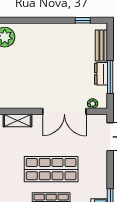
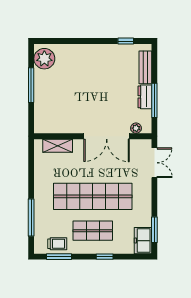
shop shelf: (51, 169) -> (93, 196), width x1.40

